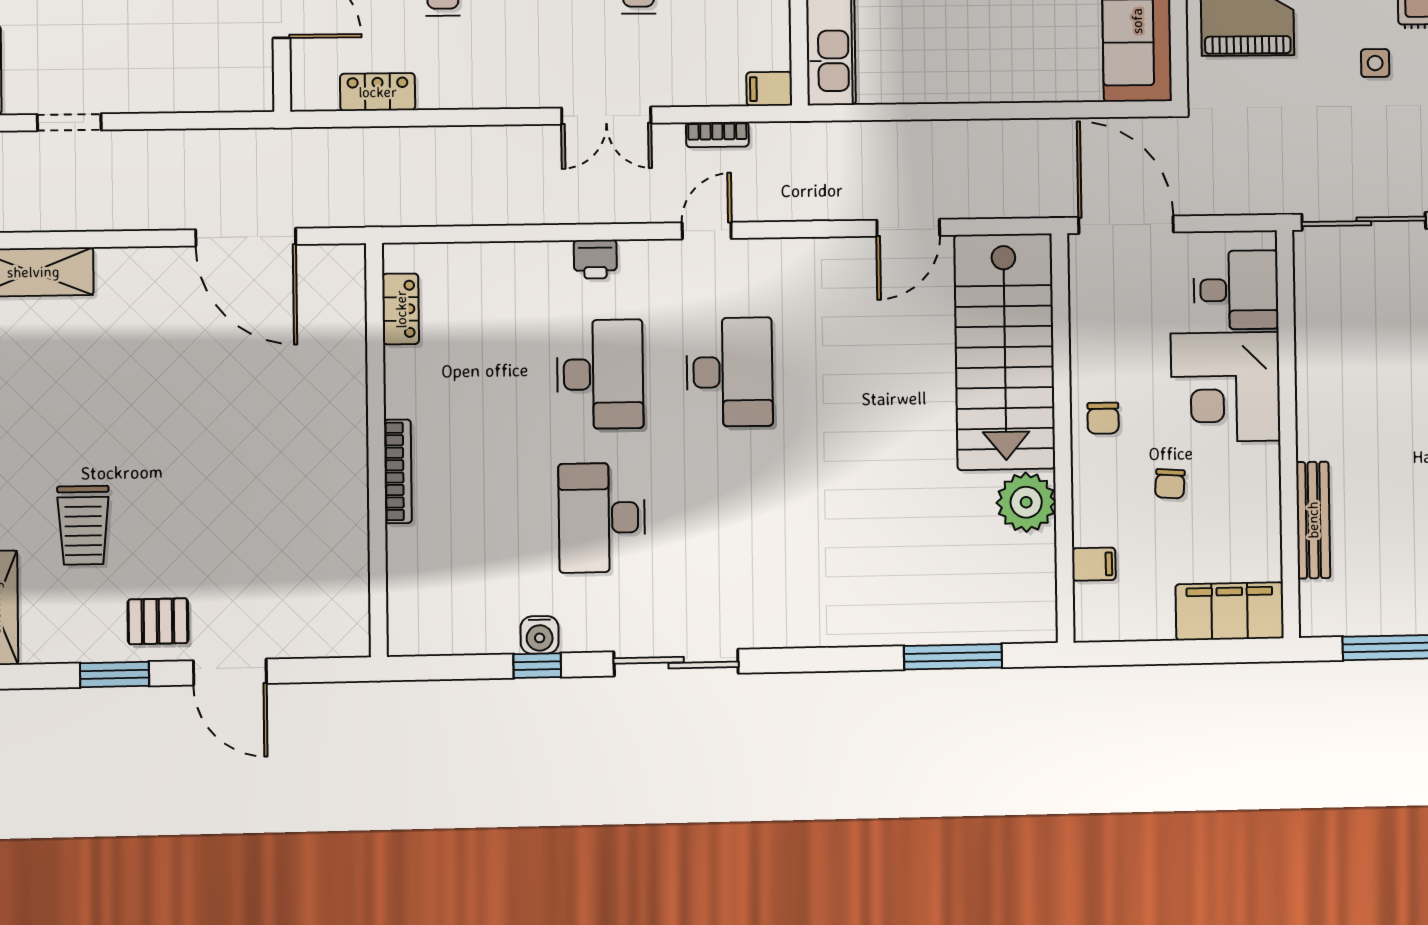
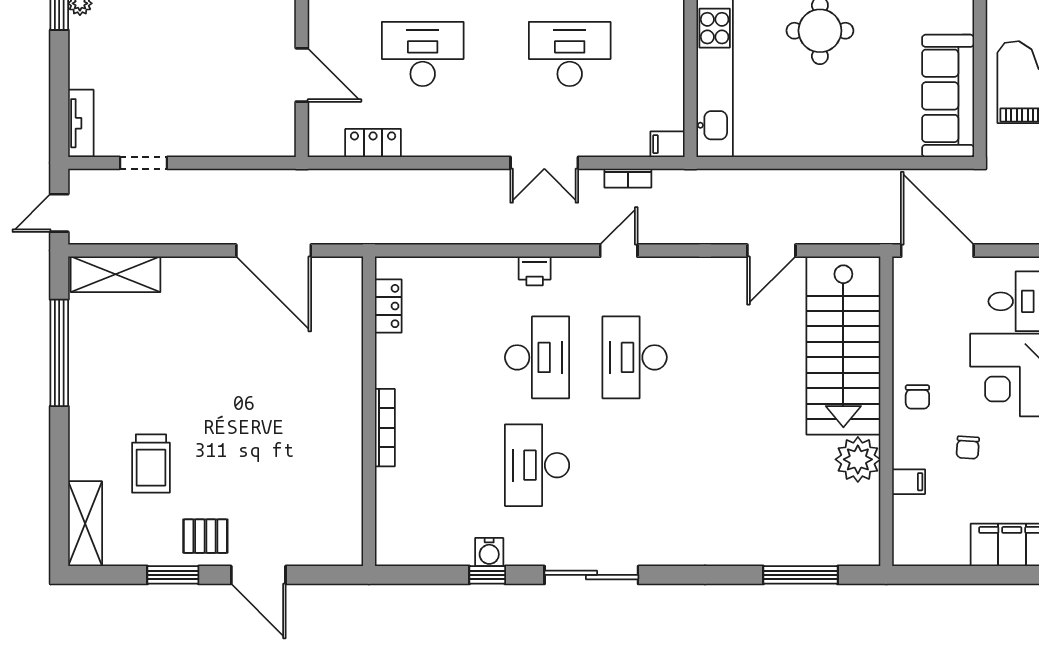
desk: (730, 372) -> (635, 357), turned 180
filing cabinet: (1094, 564) -> (909, 482), moved

